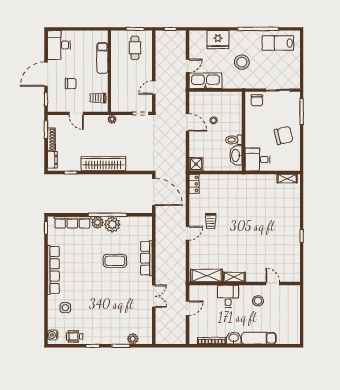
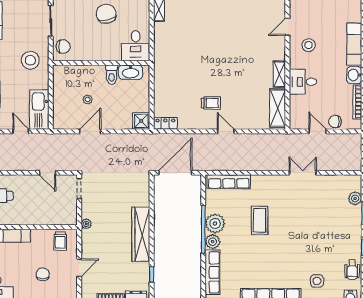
stool: (242, 62) -> (30, 60), moved
row of seats: (146, 258) -> (229, 182), moved
chair: (196, 322) -> (335, 122), added

